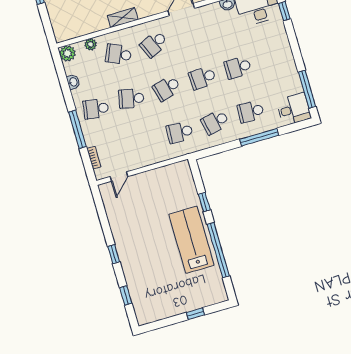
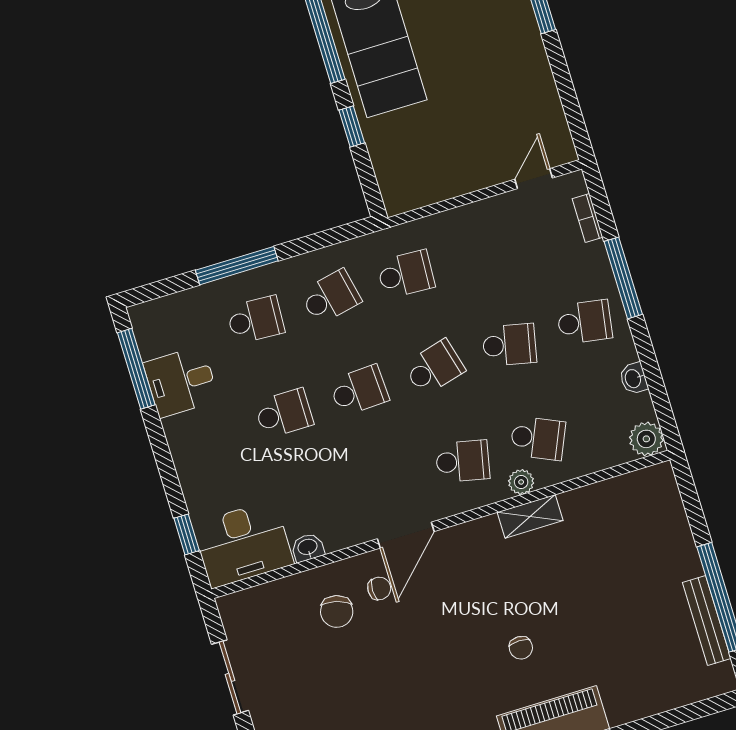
plant: (91, 44) -> (521, 482), moved
school desk: (154, 44) -> (463, 461), turned 36
desk: (294, 109) -> (181, 382), moved

